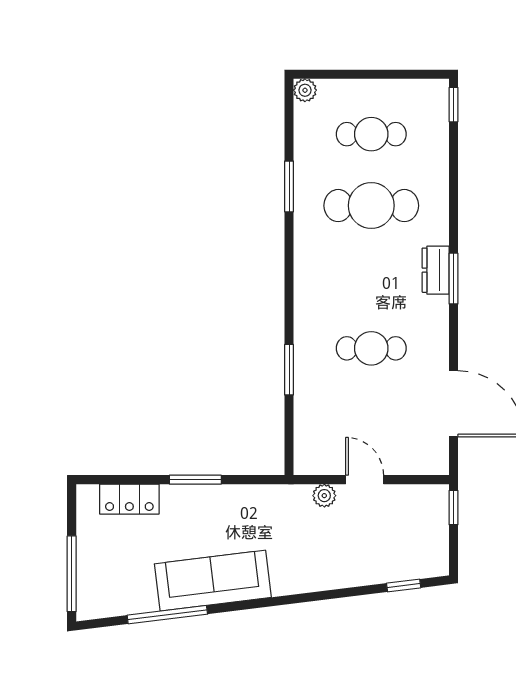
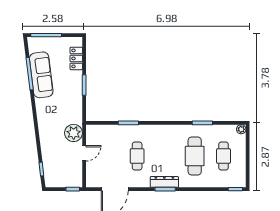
dresser: (436, 270) -> (164, 182), width x1.44
plant: (324, 496) -> (74, 133), width x1.88, depth x1.88
sofa: (213, 581) -> (41, 75), moved

